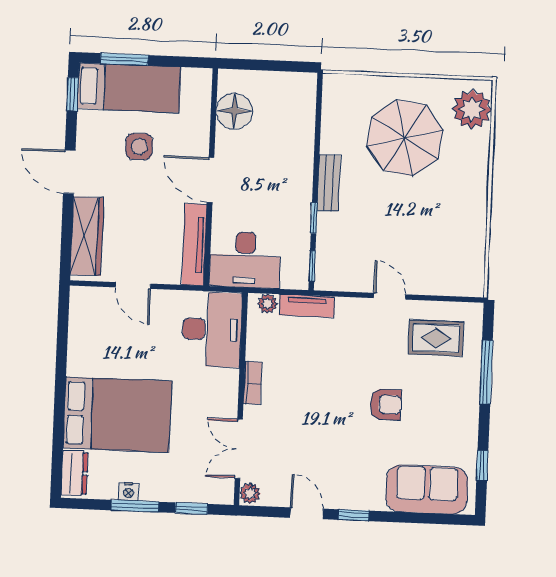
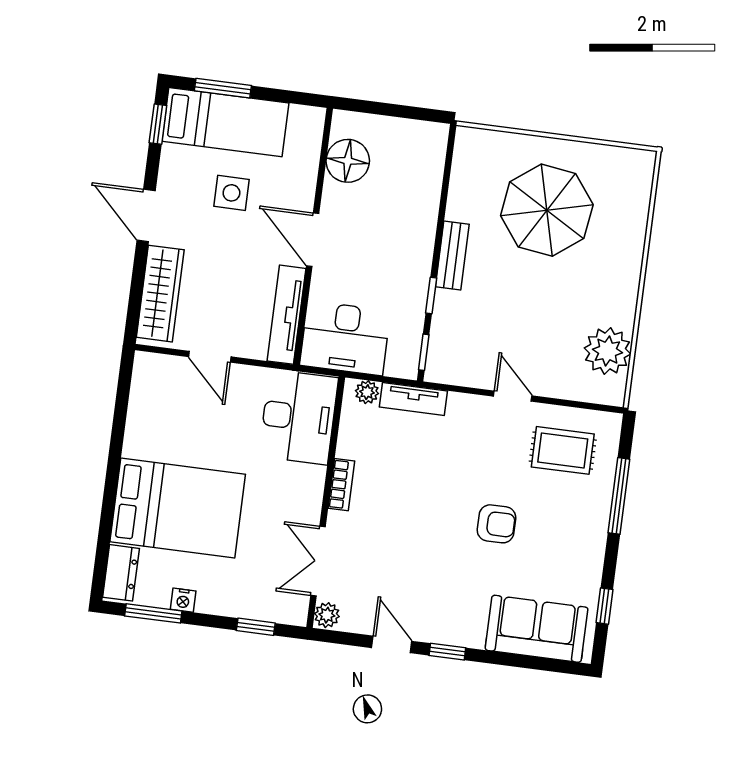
plant: (472, 109) -> (607, 351), moved
window: (135, 506) -> (153, 613), moved

